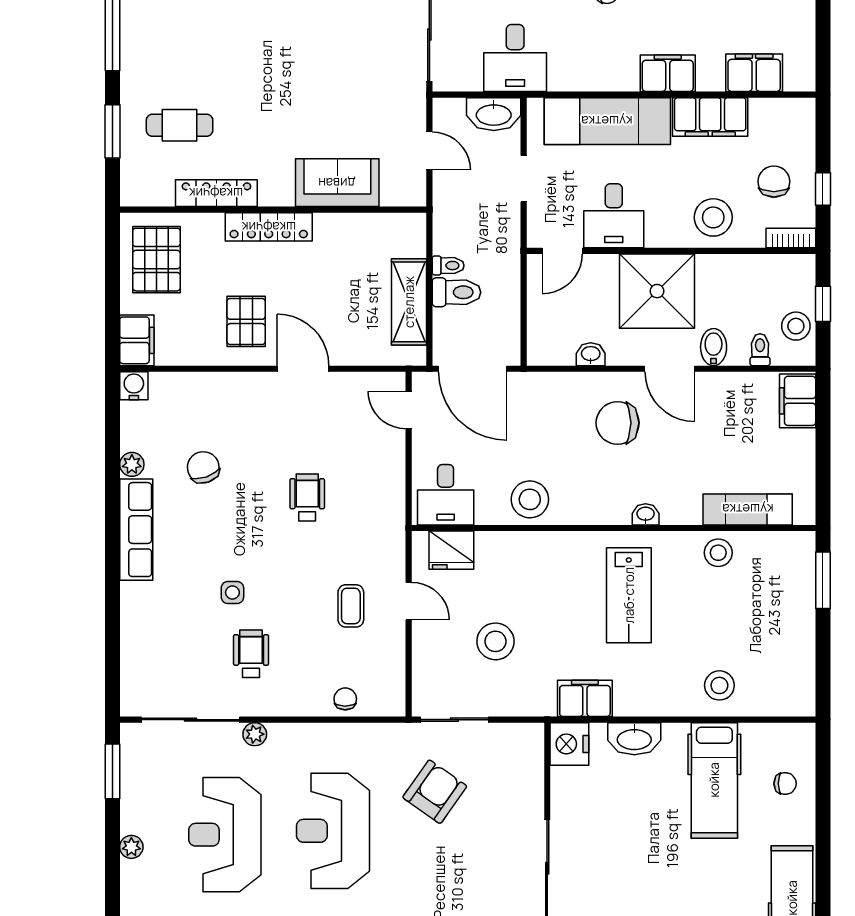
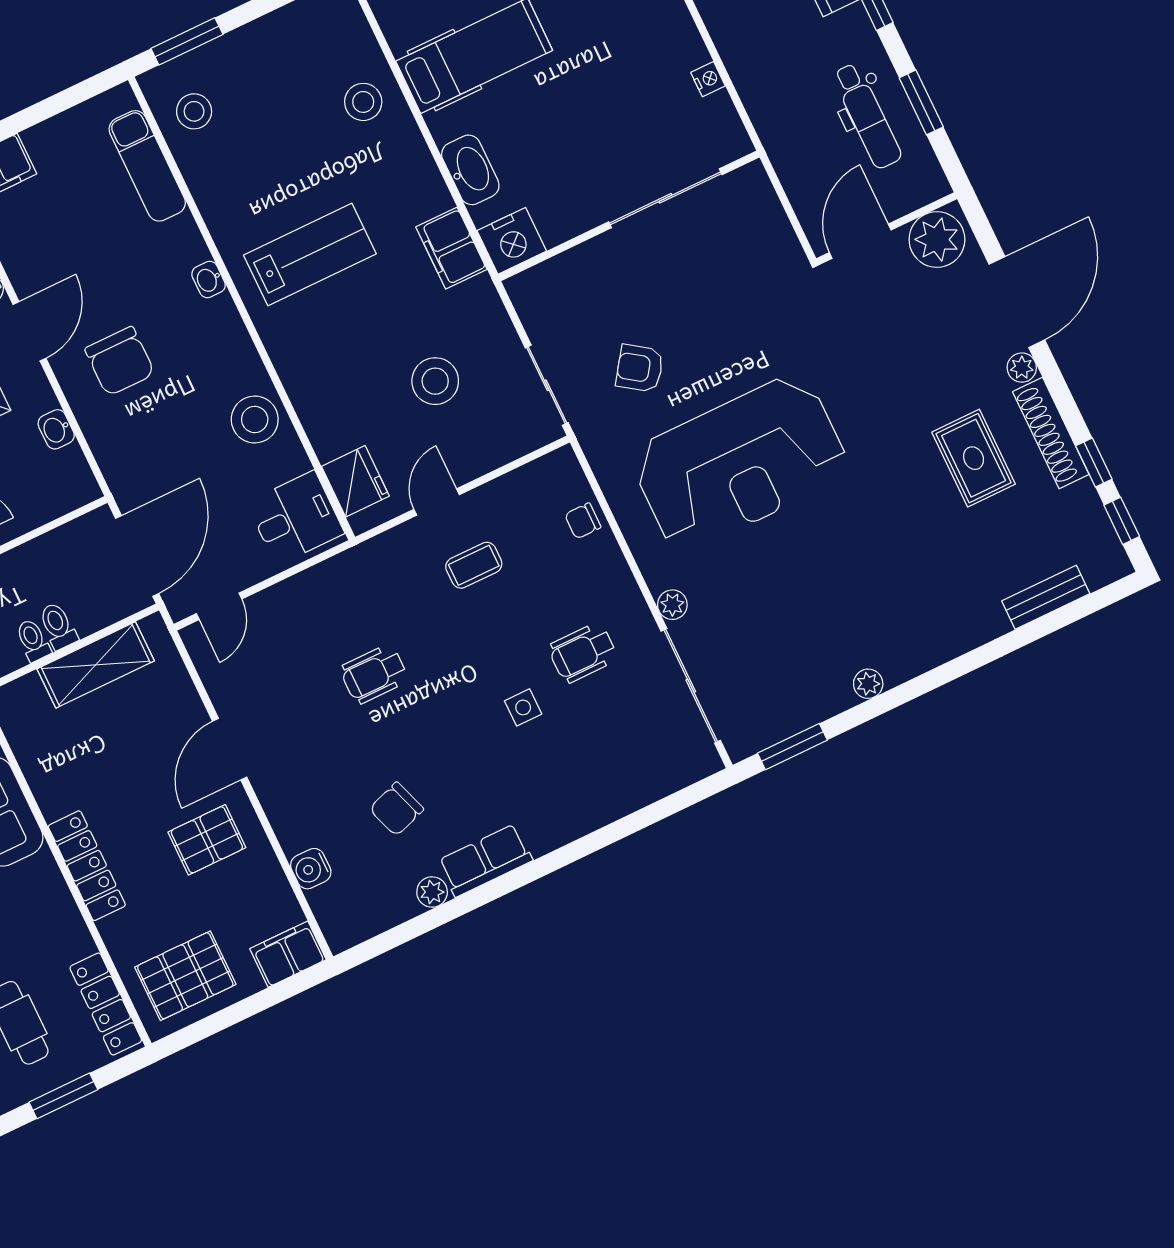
locker: (216, 193) -> (106, 1004), moved
toilet: (456, 292) -> (58, 626), width x0.73, depth x0.72
water cooler: (134, 386) -> (311, 869), moved
row of seats: (136, 530) -> (485, 860), width x0.68
stool: (718, 553) -> (194, 111), moved
armchair: (435, 792) -> (640, 368), width x0.72, depth x0.72
reception desk: (333, 831) -> (740, 463), width x1.36, depth x1.30
reception desk: (225, 835) -> (803, 584), removed

